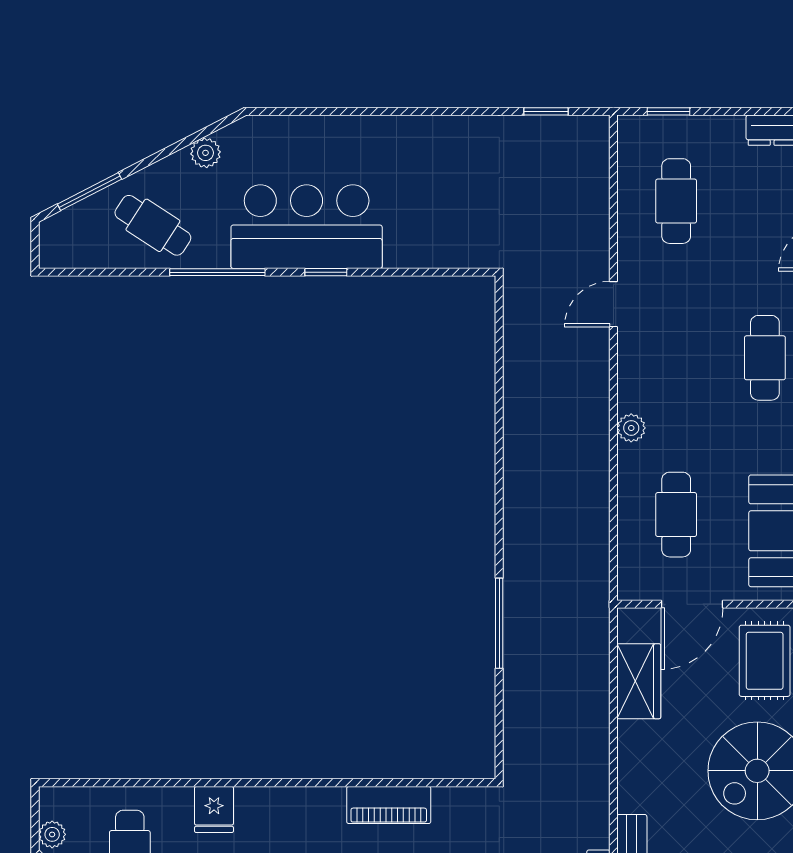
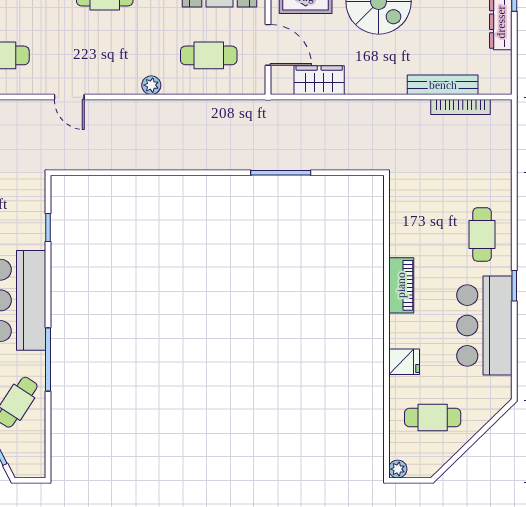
window: (326, 272) -> (48, 228), moved
piano: (389, 805) -> (401, 285), moved
plant: (52, 834) -> (398, 469), moved

